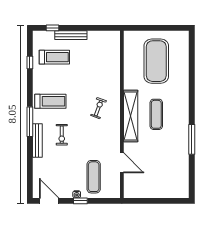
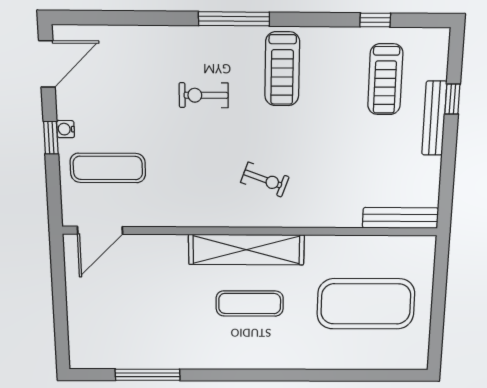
window: (53, 28) -> (452, 99), moved
window: (192, 139) -> (148, 375), moved
bench: (37, 140) -> (400, 218), moved
door: (122, 163) -> (100, 230), moved

